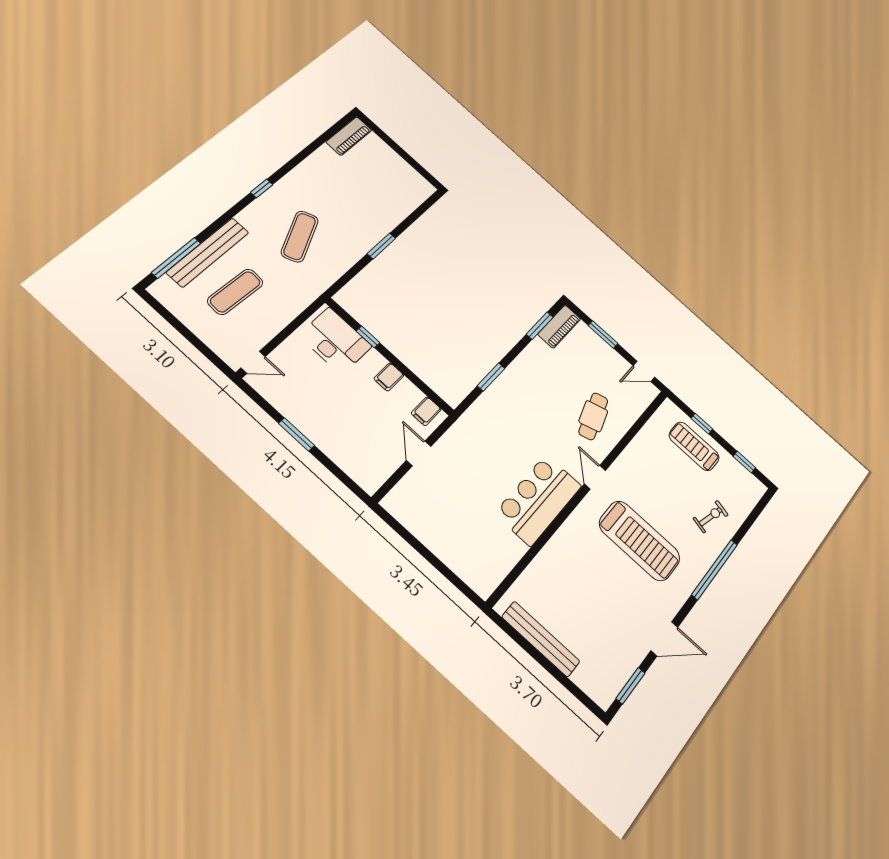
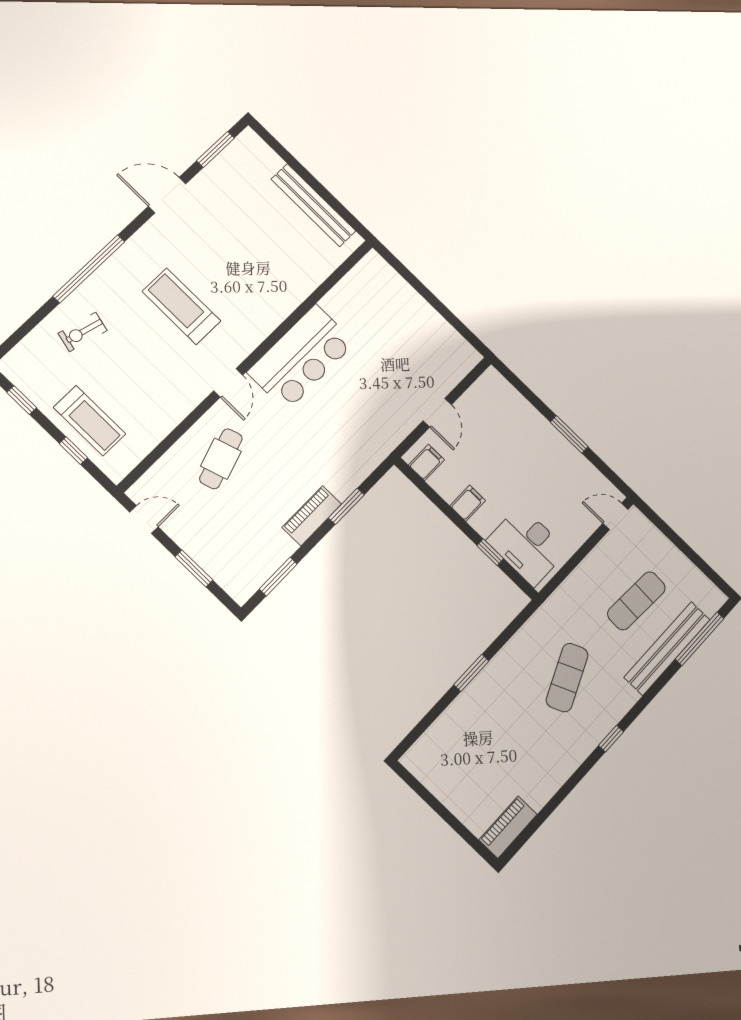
piano: (559, 327) -> (312, 516), moved
treadmill: (640, 541) -> (181, 306), width x0.73, depth x0.73

